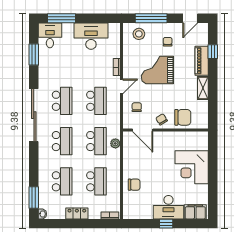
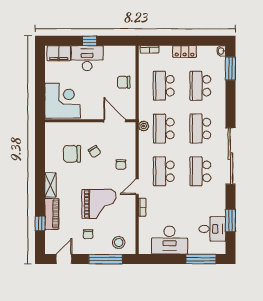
desk: (50, 35) -> (212, 229), moved, turned -90
door: (143, 130) -> (115, 121), moved
wall: (166, 130) -> (90, 121), moved

